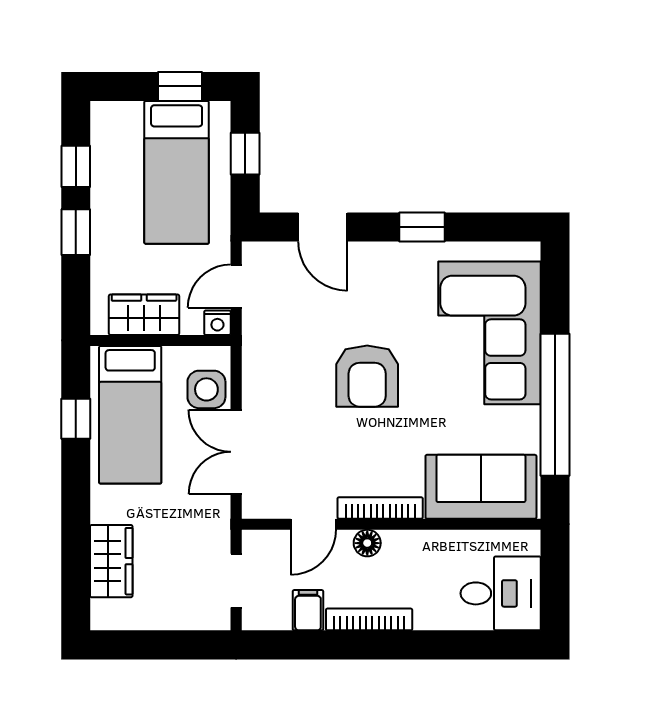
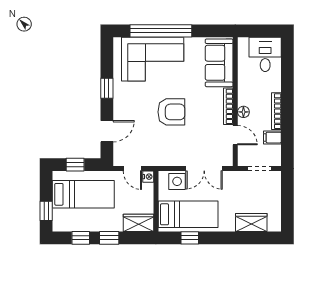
window: (180, 86) -> (46, 211), moved
wardrobe: (144, 315) -> (138, 223), moved, turned 90
window: (555, 405) -> (161, 31), moved

